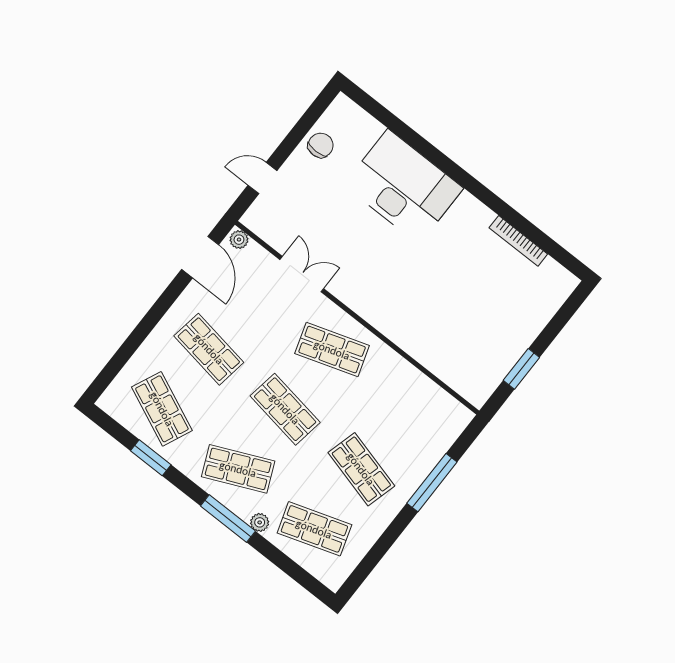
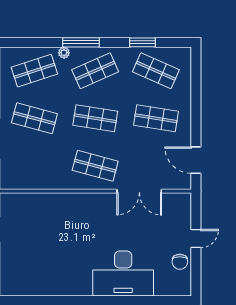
door: (262, 178) -> (196, 238), moved
plant: (239, 240) -> (184, 184), removed
bookcase: (518, 241) -> (46, 291), removed
double door: (302, 274) -> (139, 191), width x1.37
shop shelf: (332, 350) -> (95, 166), turned 33

